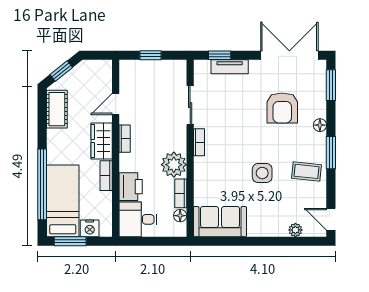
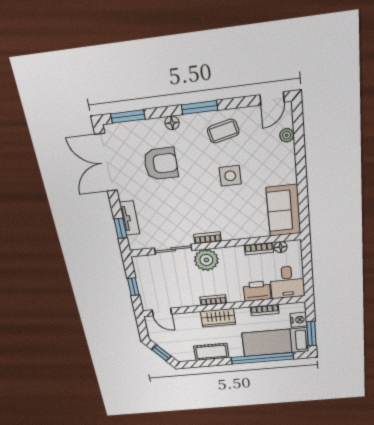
door: (116, 104) -> (162, 312), moved
cot: (57, 109) -> (211, 352), moved
plant: (174, 165) -> (206, 260), moved
coffee table: (306, 171) -> (223, 131), turned 71
bookcase: (106, 176) -> (265, 310), moved

